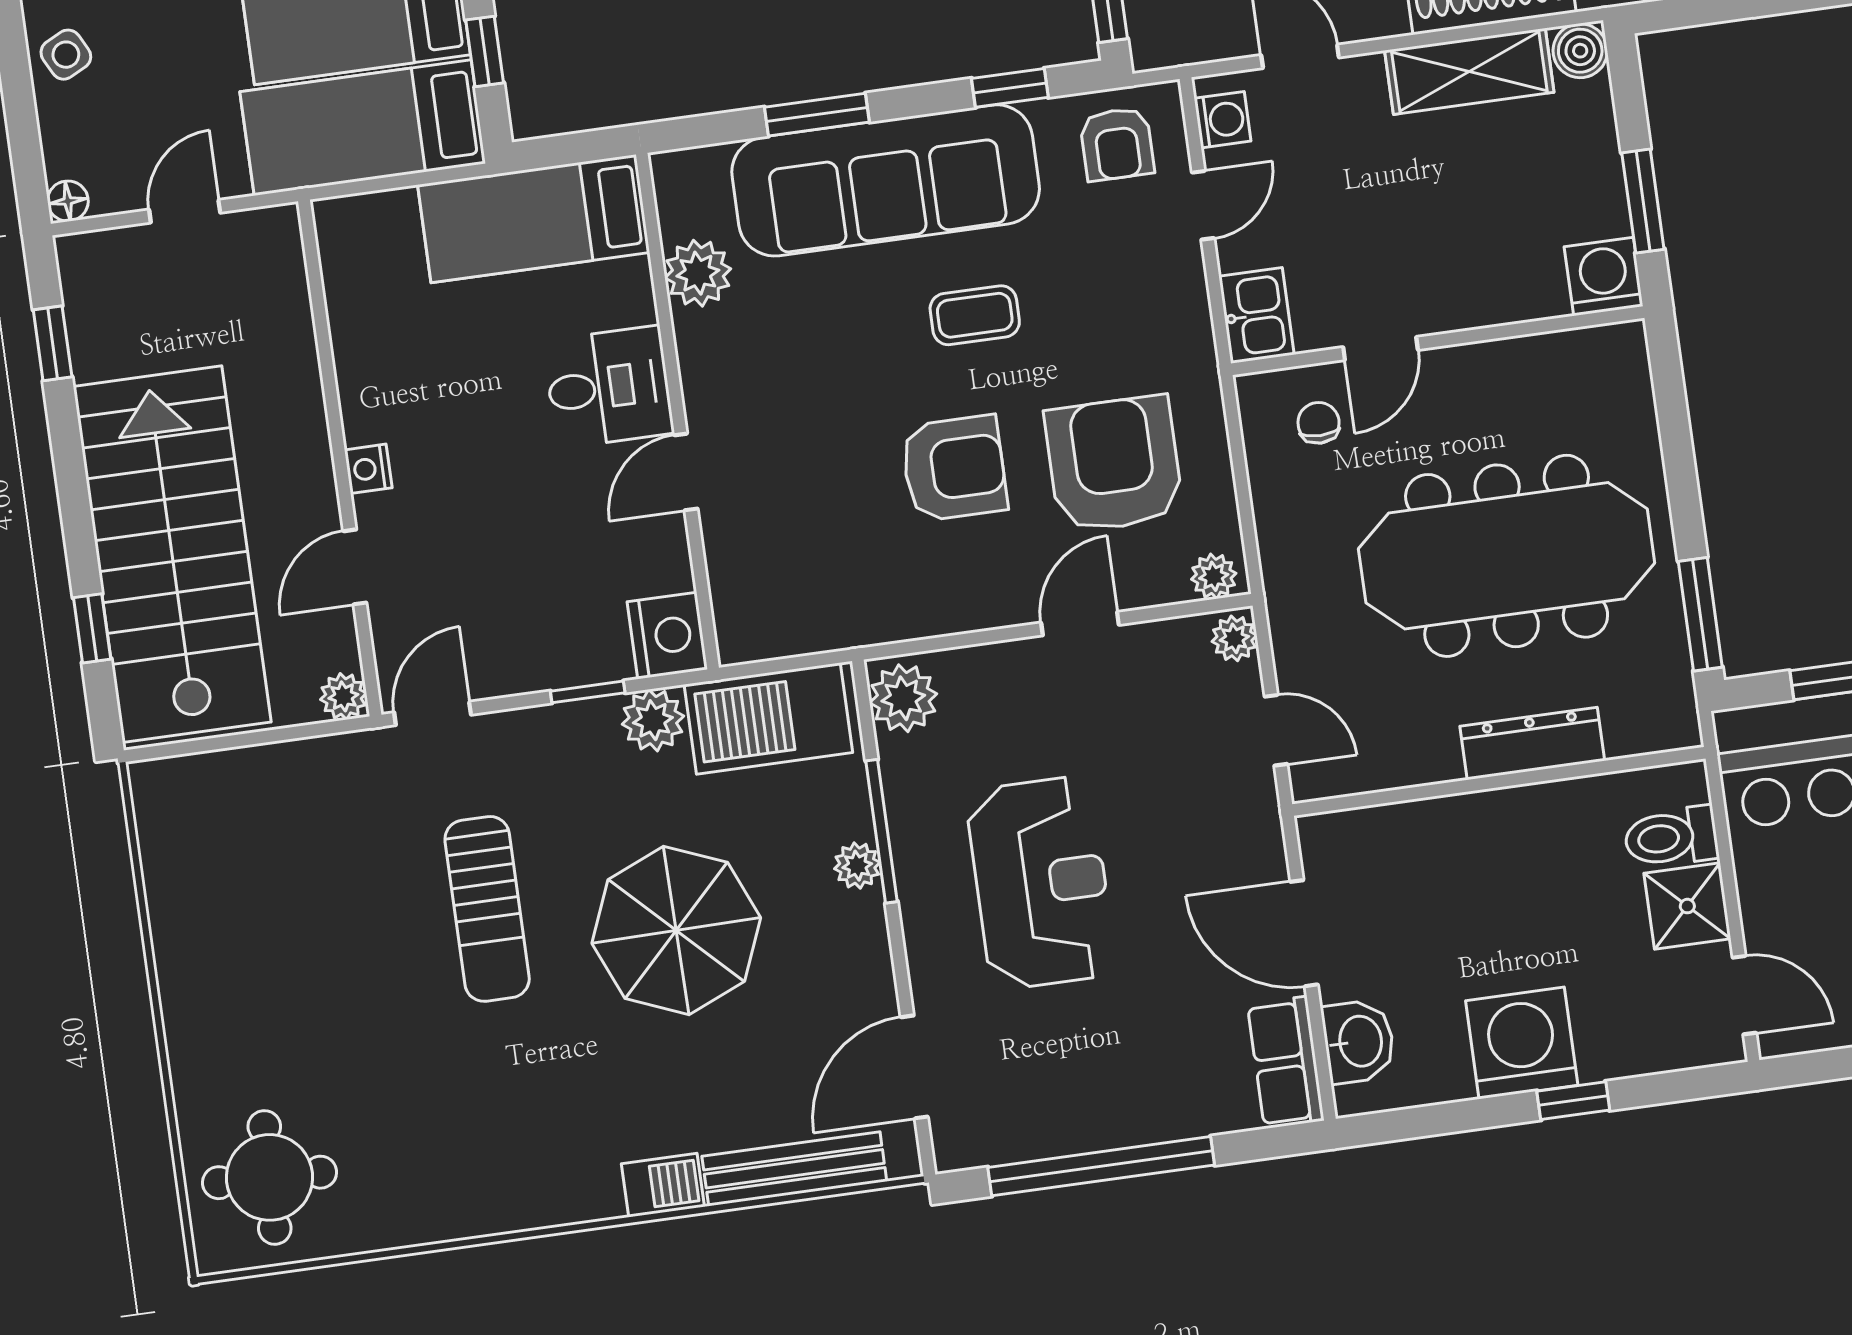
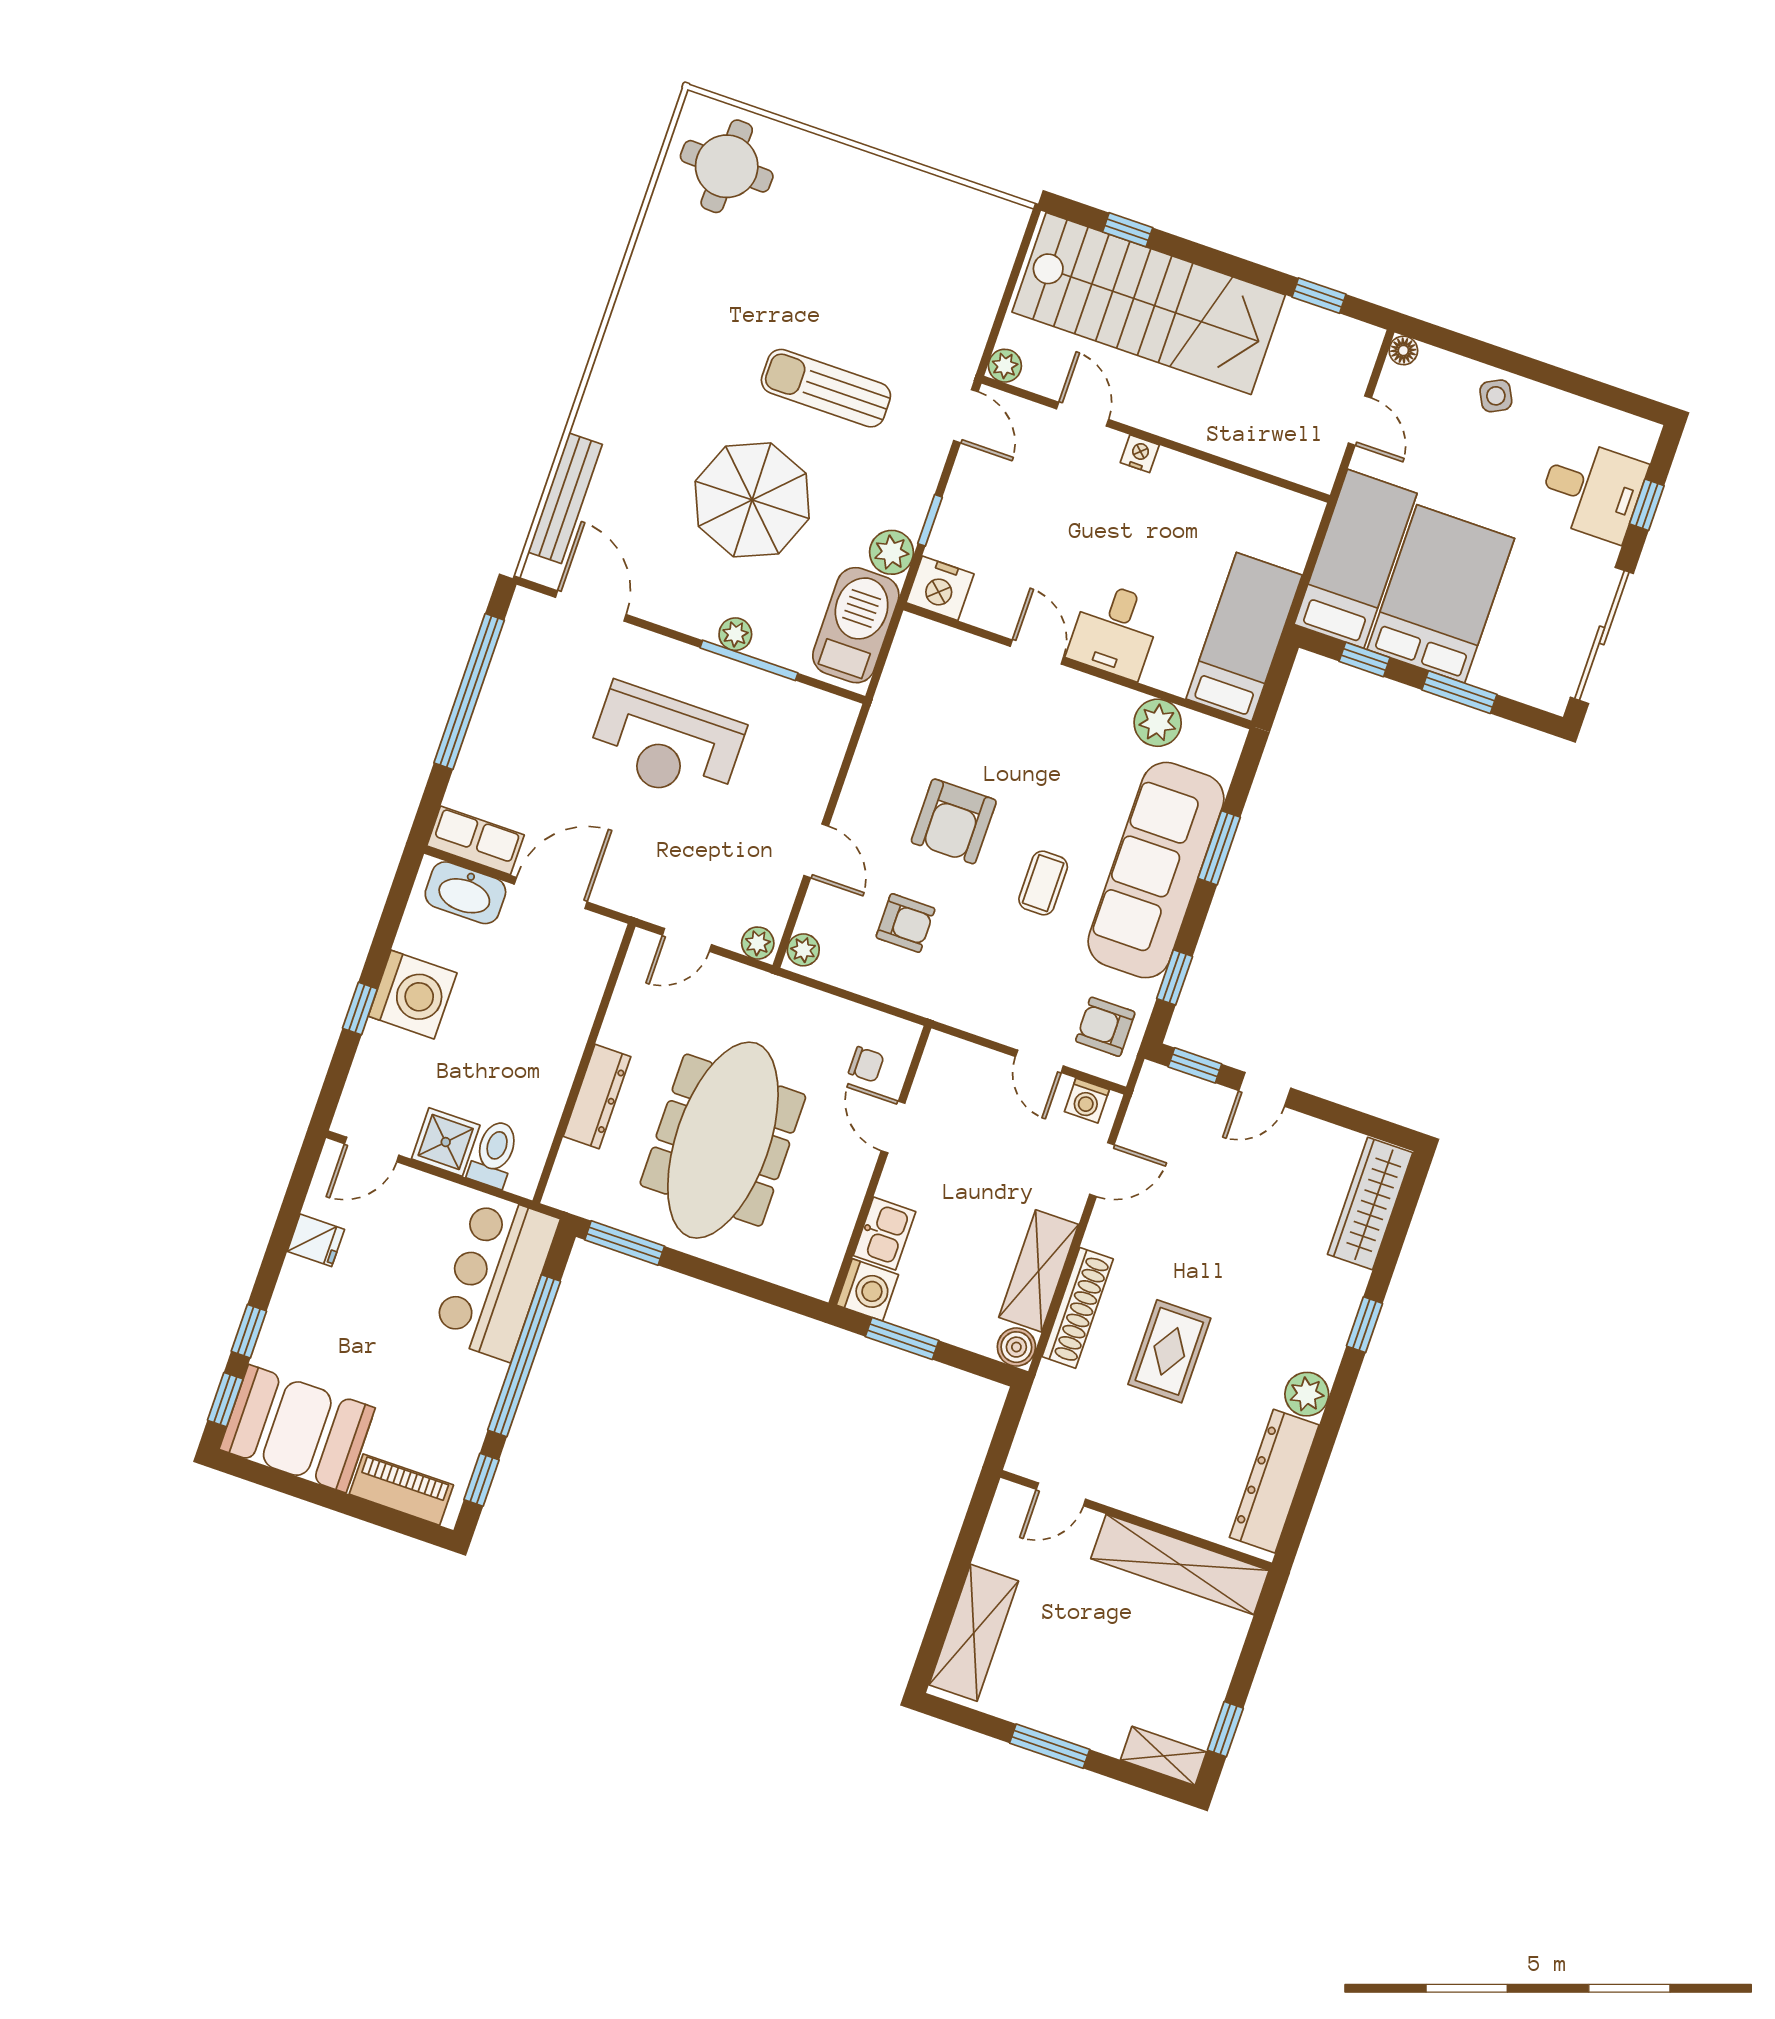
kitchen sink: (1256, 315) -> (884, 1234), moved, turned -90
armchair: (1114, 464) -> (905, 923), width x0.53, depth x0.53
plant: (903, 698) -> (826, 716), removed
washbasin: (1359, 1041) -> (465, 893), width x1.38
barbecue: (663, 1185) -> (597, 411), removed

